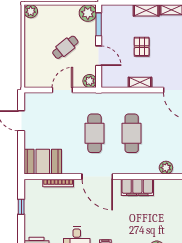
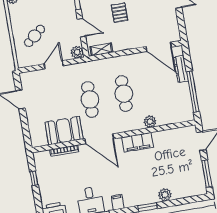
cafe table: (65, 47) -> (35, 36), moved
shelving: (140, 82) -> (101, 49), moved
booth: (43, 162) -> (64, 131), moved
plant: (166, 168) -> (150, 122), moved

